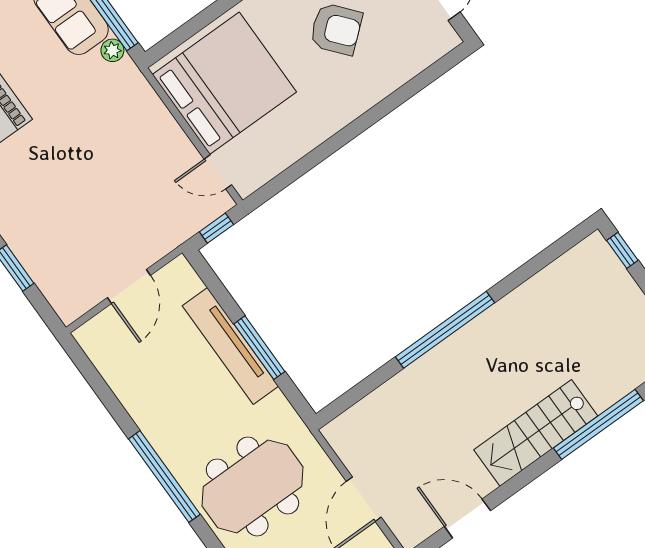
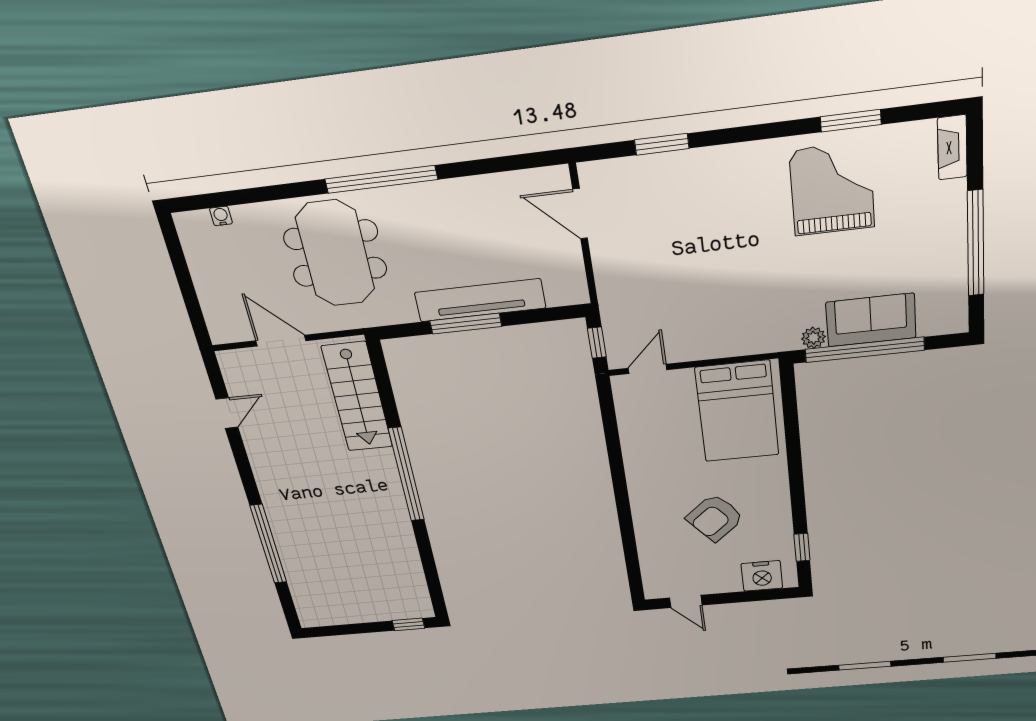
bed: (224, 83) -> (737, 411), width x0.73
door: (129, 287) -> (580, 214), moved
stairs: (536, 433) -> (357, 397), moved, turned 180
door: (467, 518) -> (227, 413), width x0.73

